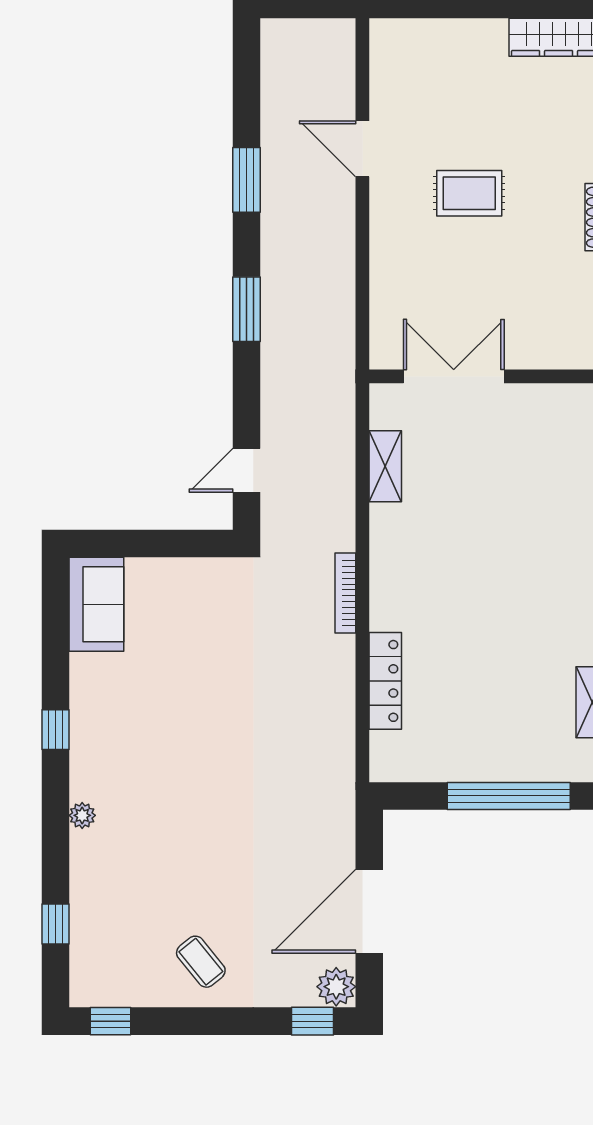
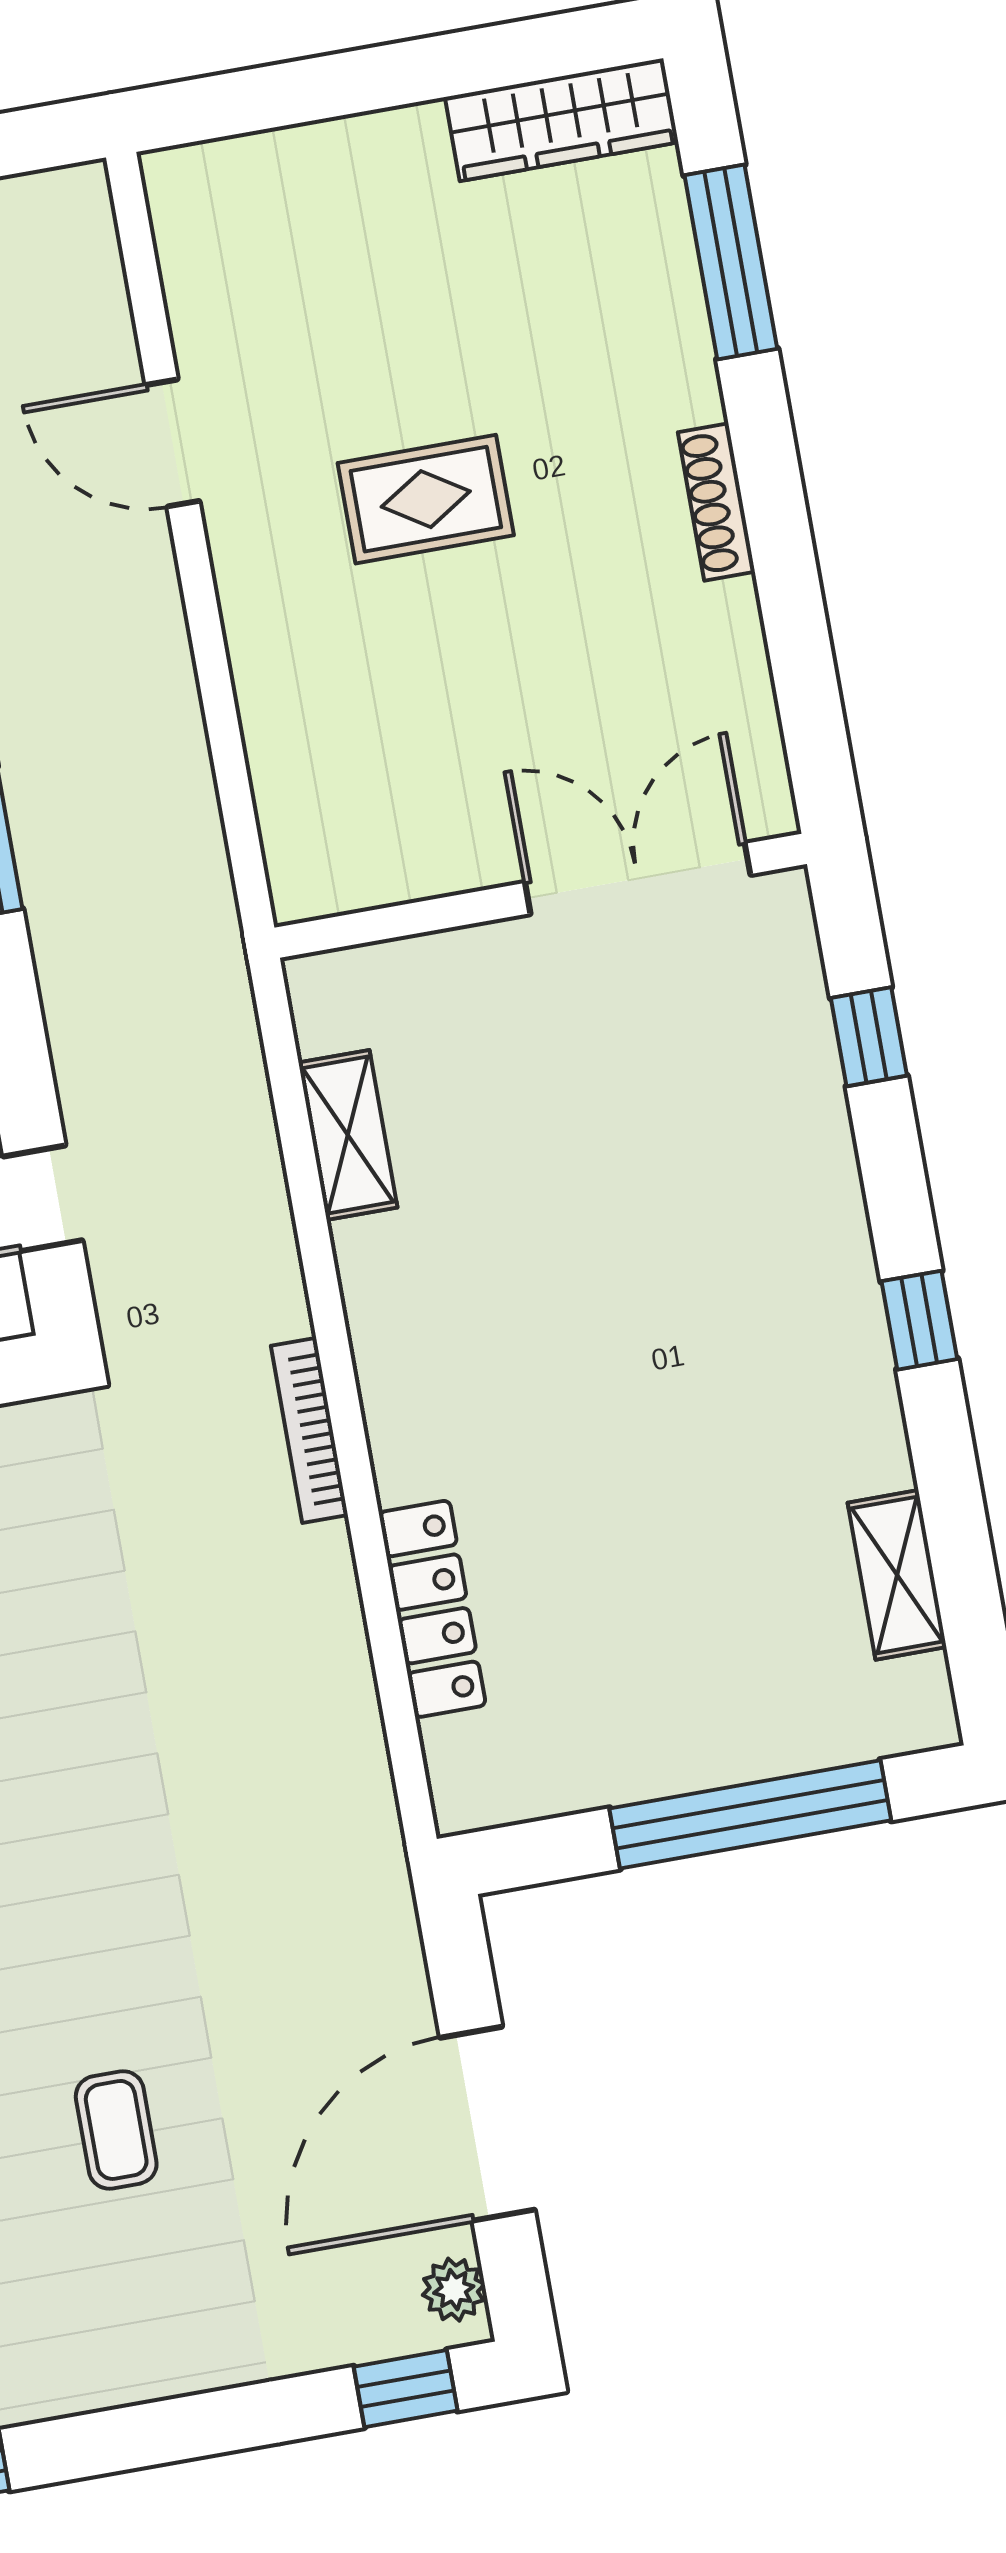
double door: (454, 376) -> (638, 879), moved
coffee table: (201, 962) -> (116, 2130), moved, turned 39
plant: (336, 987) -> (454, 2290), width x0.73, depth x0.73

